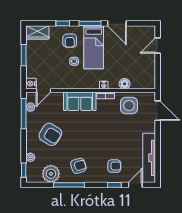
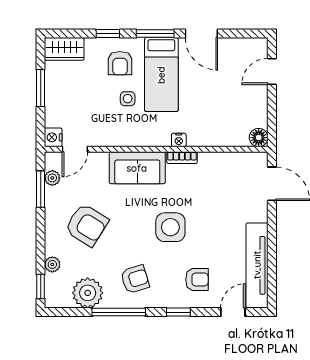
floor lamp: (125, 84) -> (259, 138), moved
side table: (129, 106) -> (170, 227), moved
window: (24, 114) -> (41, 189), width x0.69
window: (114, 185) -> (178, 312), moved

